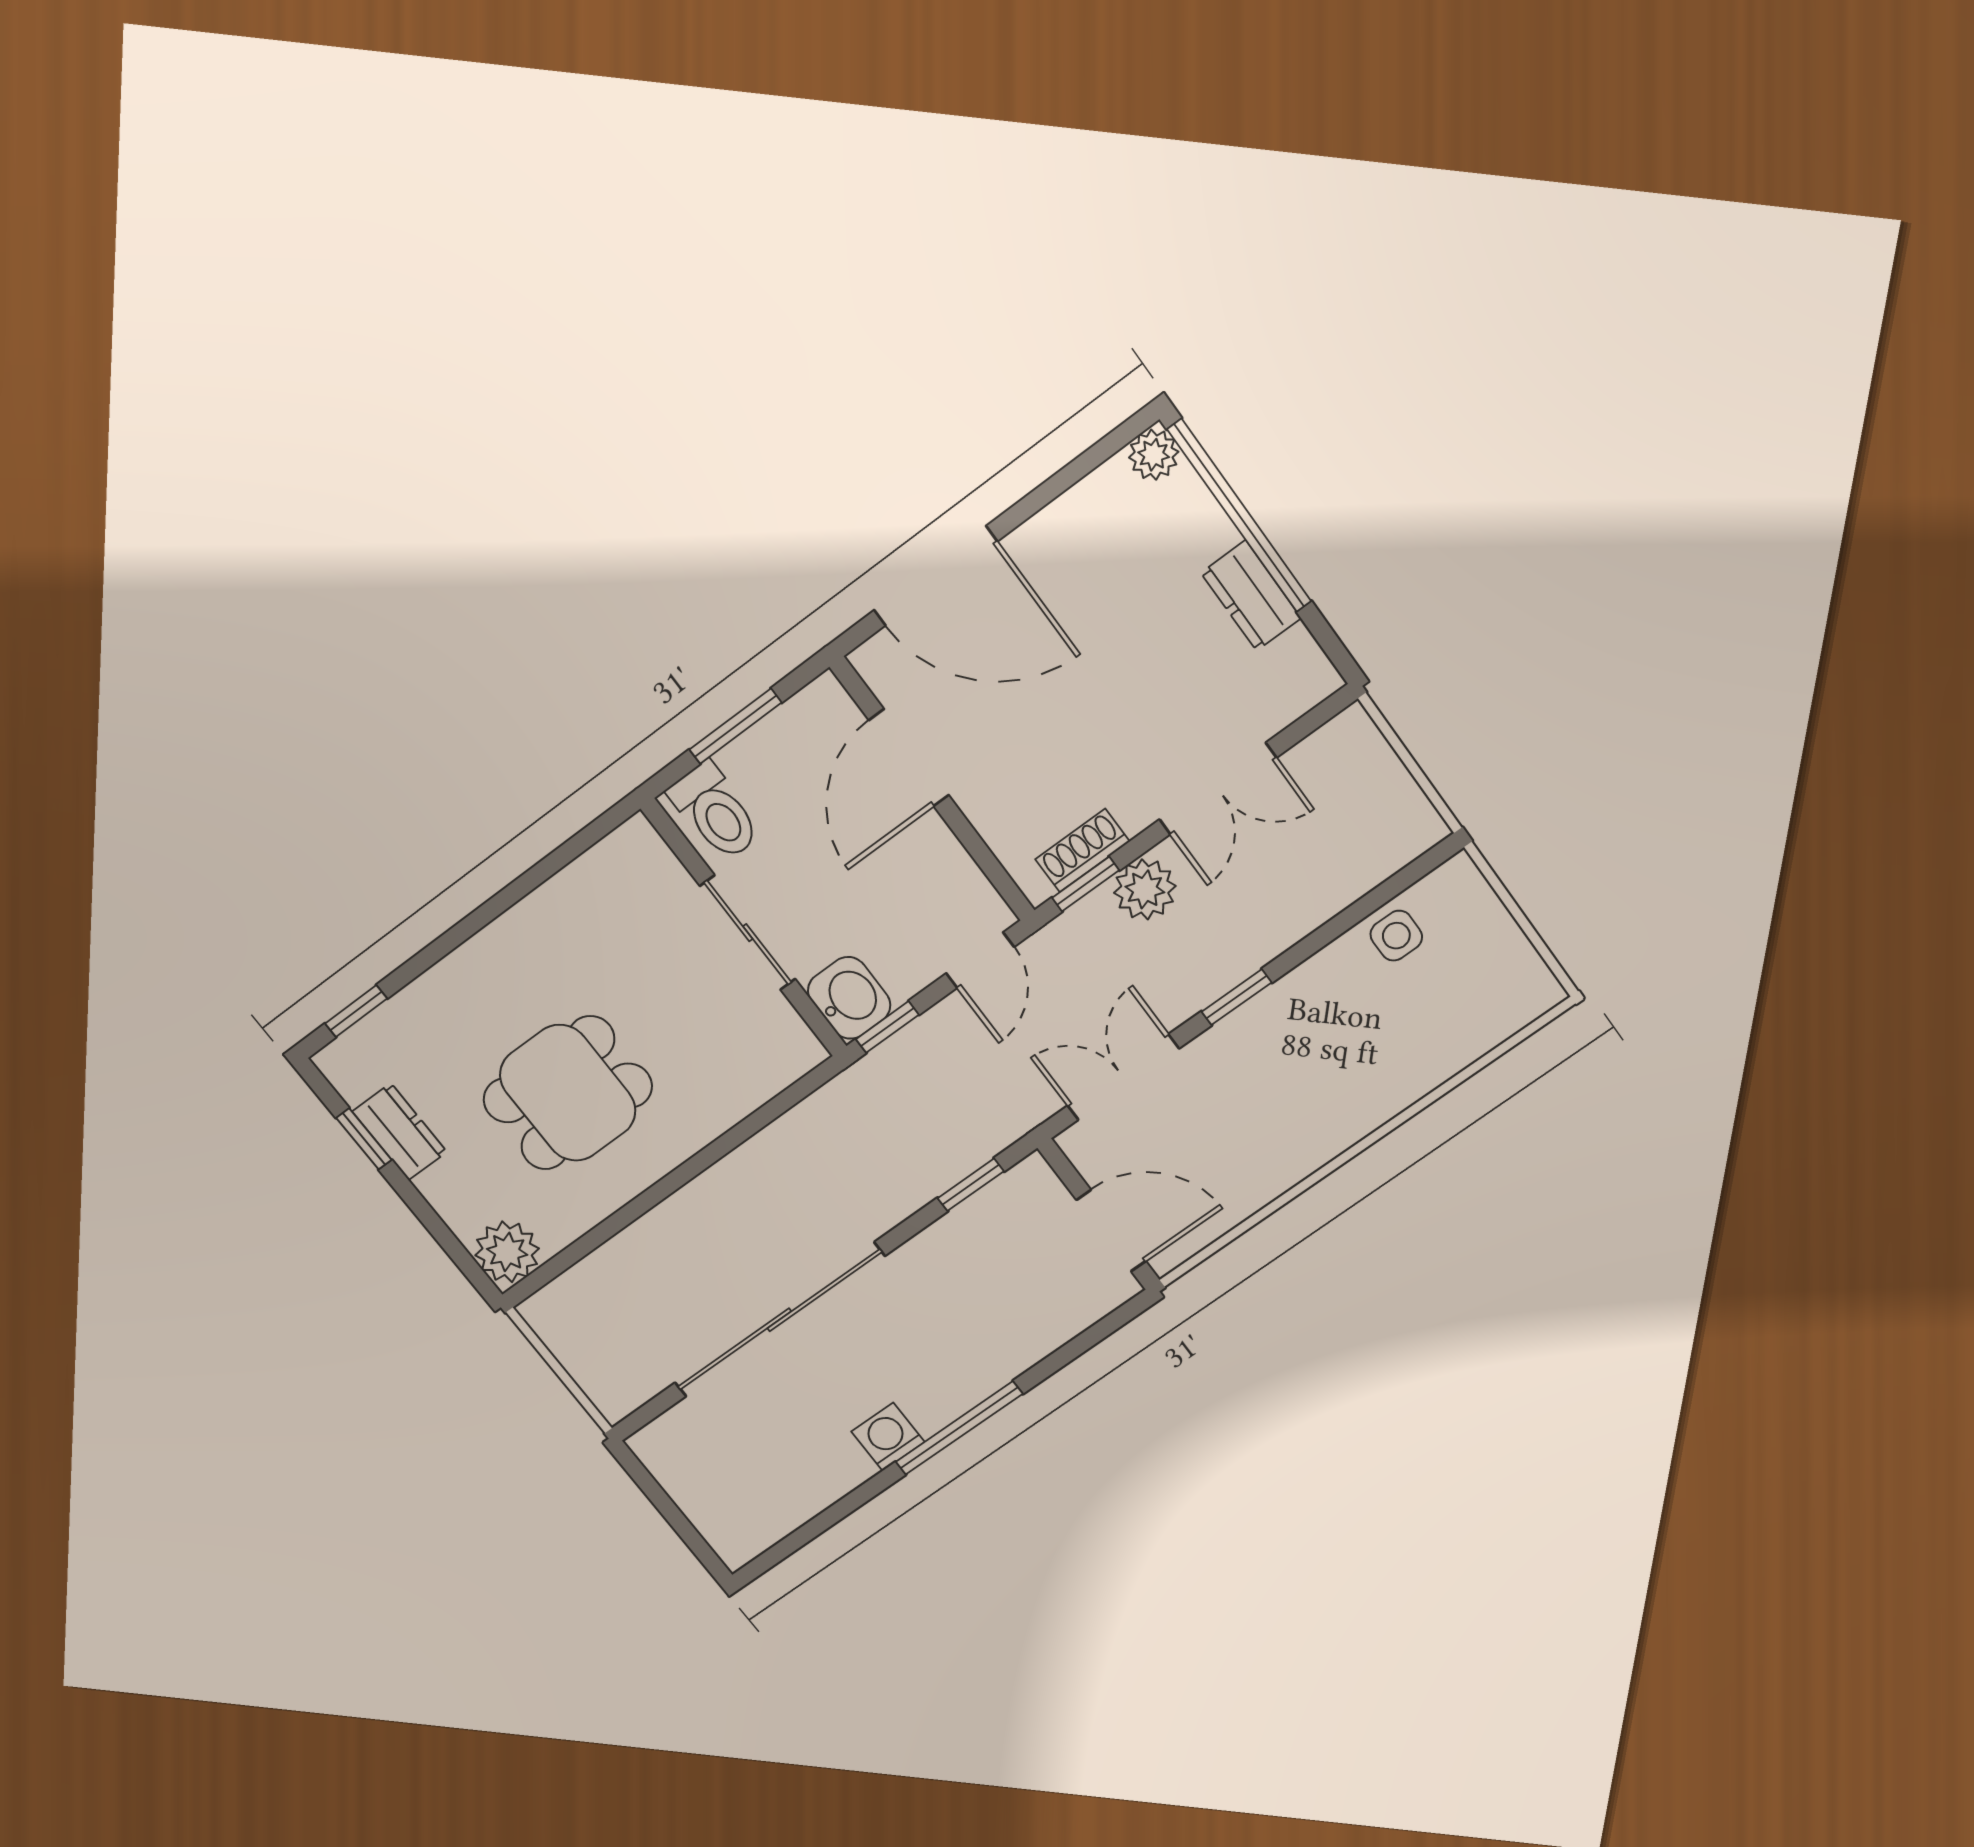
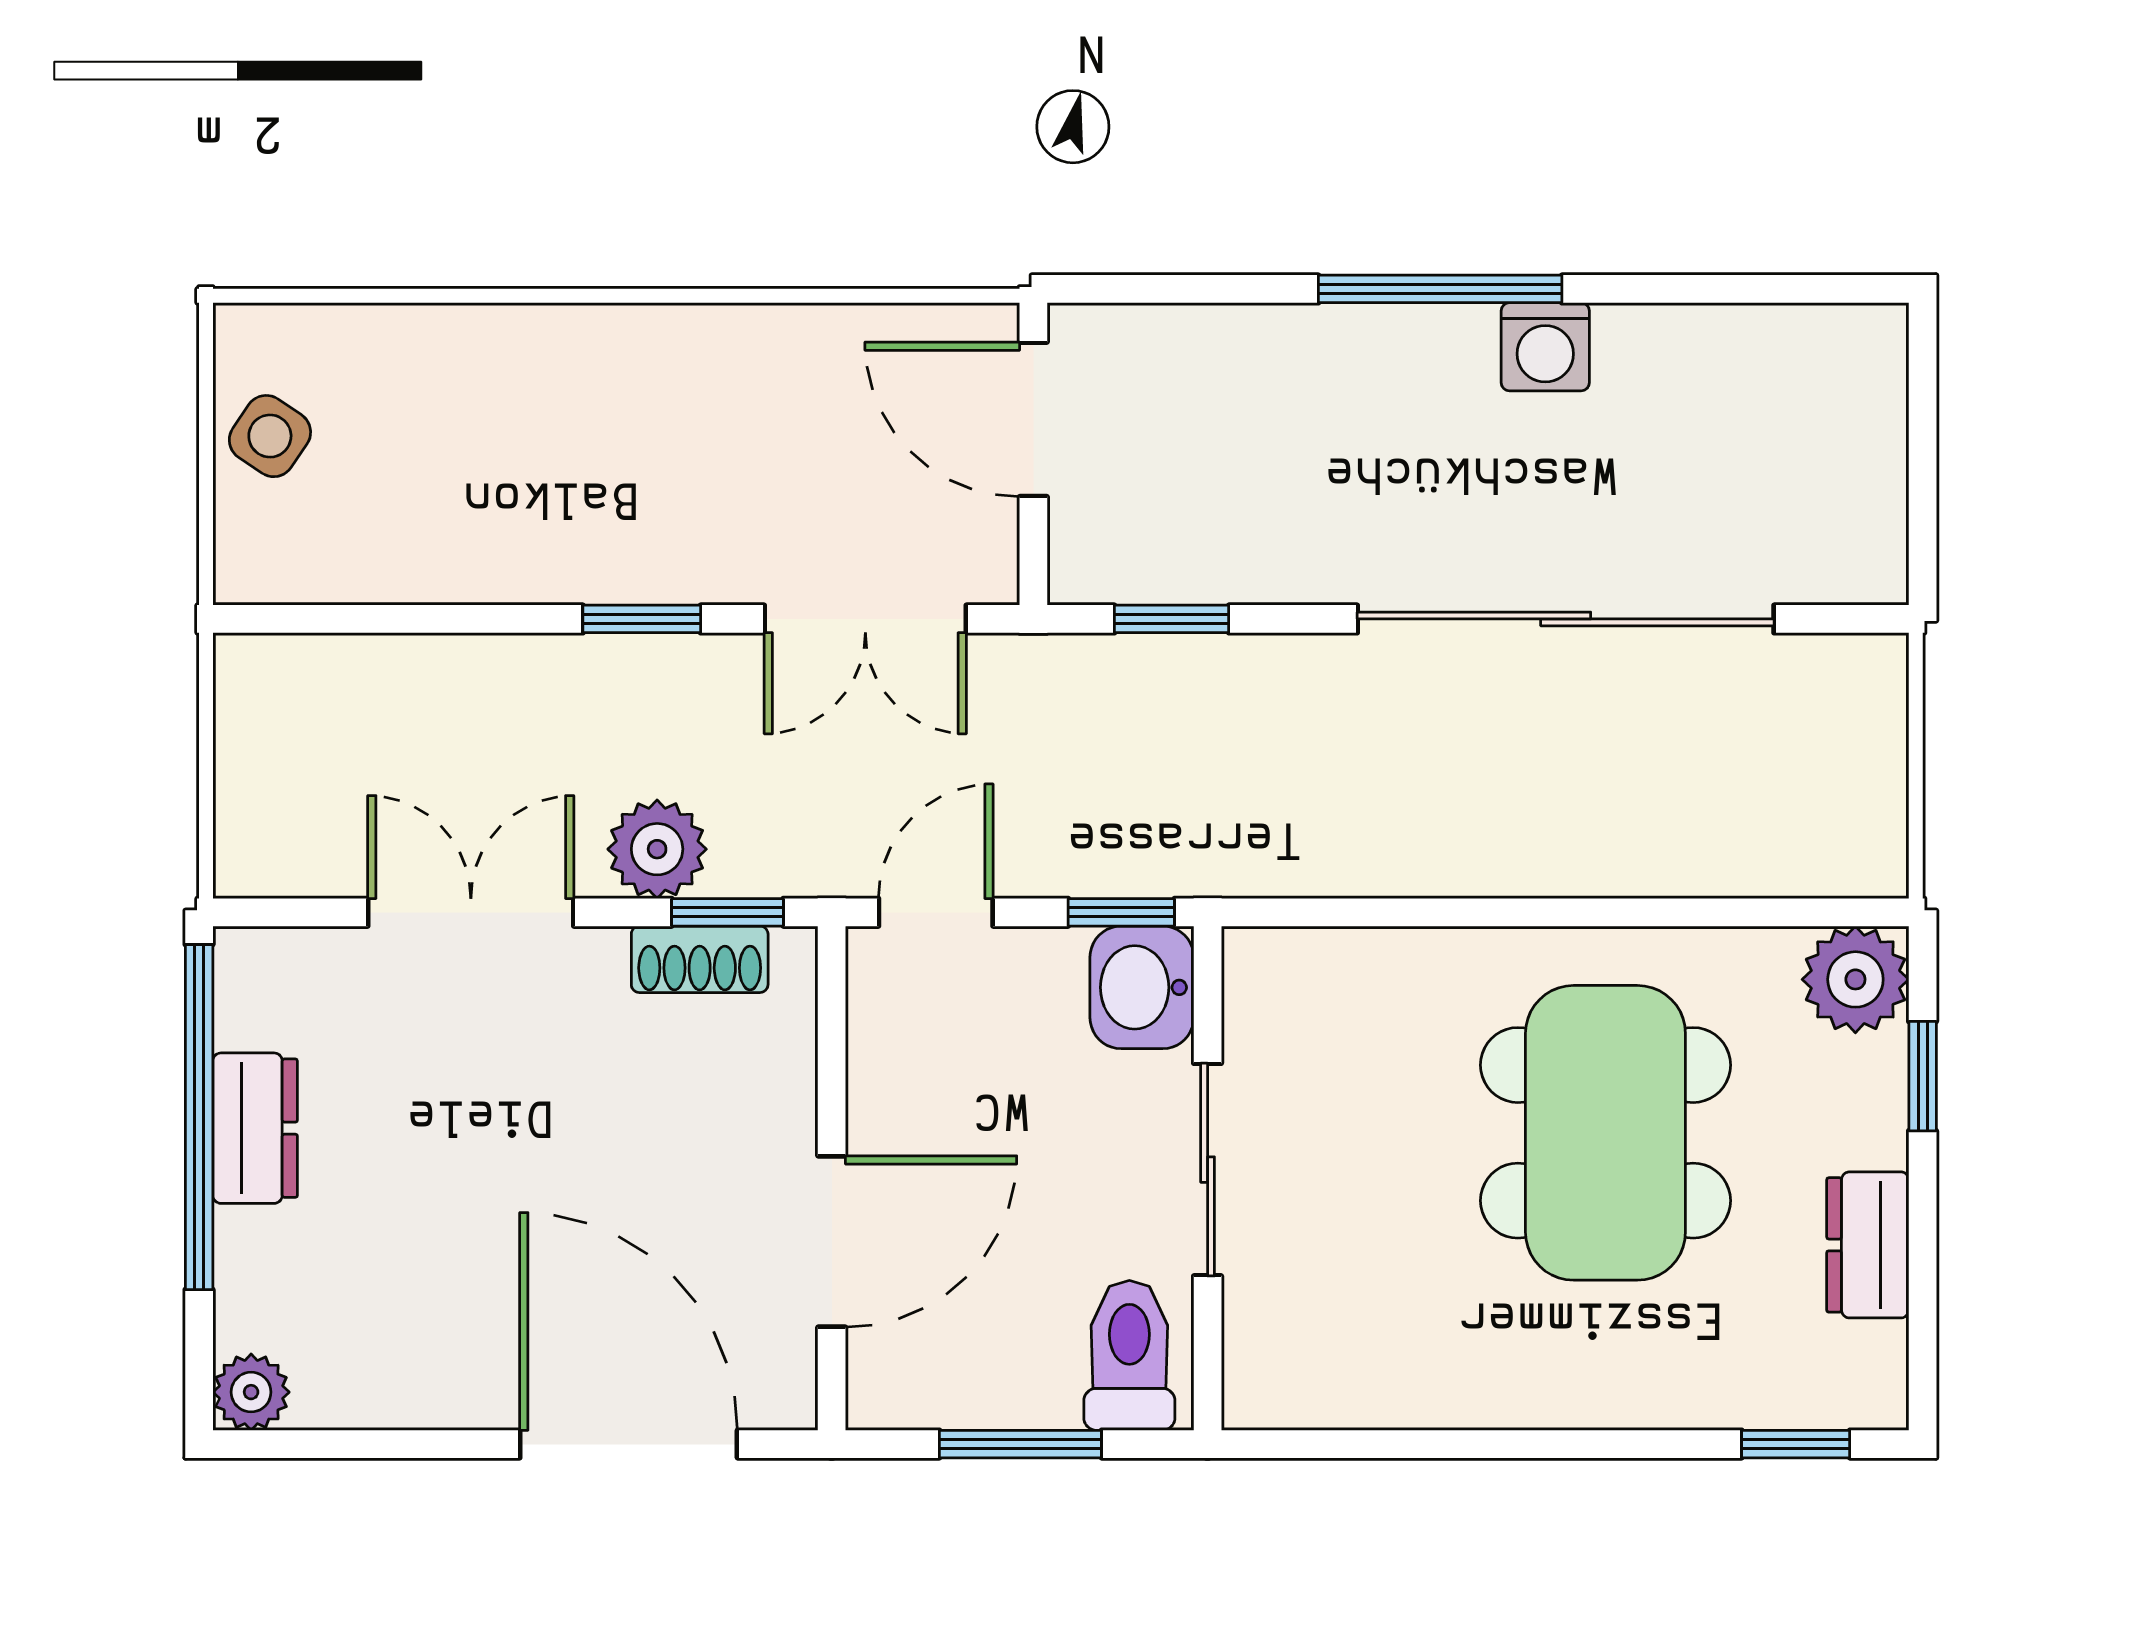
window: (1240, 516) -> (199, 1117), moved
side table: (1396, 936) -> (270, 436), moved, turned 34
dining table: (568, 1093) -> (1605, 1133), width x1.38
window: (364, 1139) -> (1923, 1076), moved

